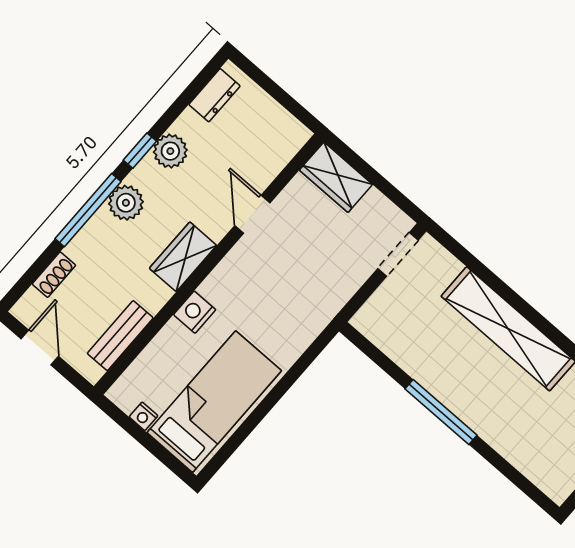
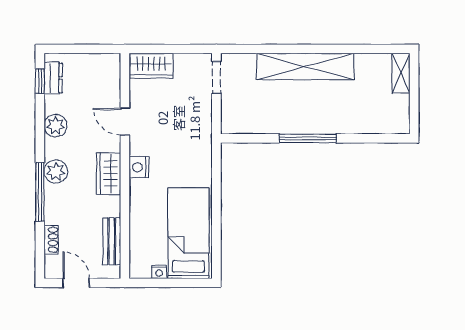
window: (140, 151) -> (40, 81), moved
nightstand: (195, 312) -> (139, 167), moved

